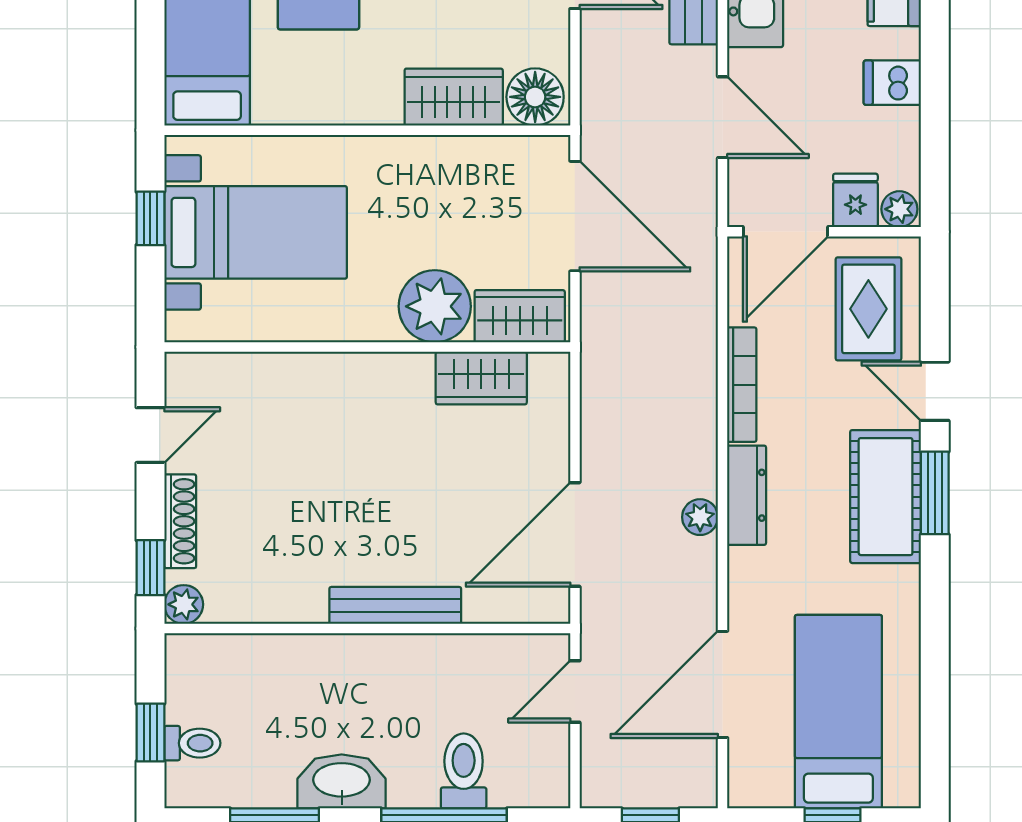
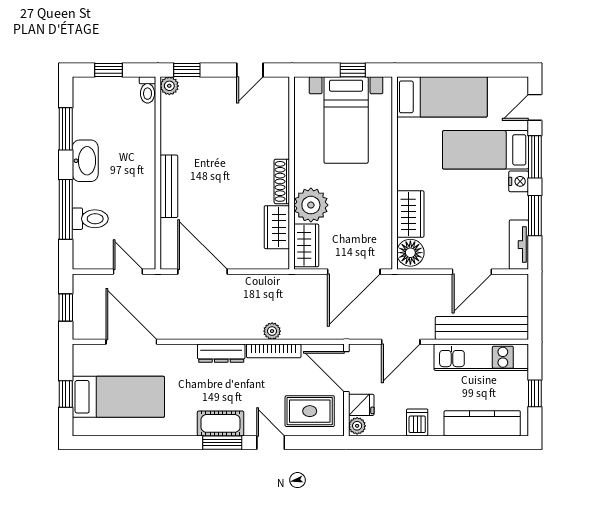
door: (935, 391) -> (271, 443), hinge flipped
door: (150, 435) -> (250, 70), hinge flipped
cot: (886, 497) -> (221, 423), width x0.73, depth x0.75
plant: (700, 517) -> (272, 331), moved
shoe rack: (180, 521) -> (282, 181), moved, turned 90
toilet: (192, 743) -> (148, 90), moved

